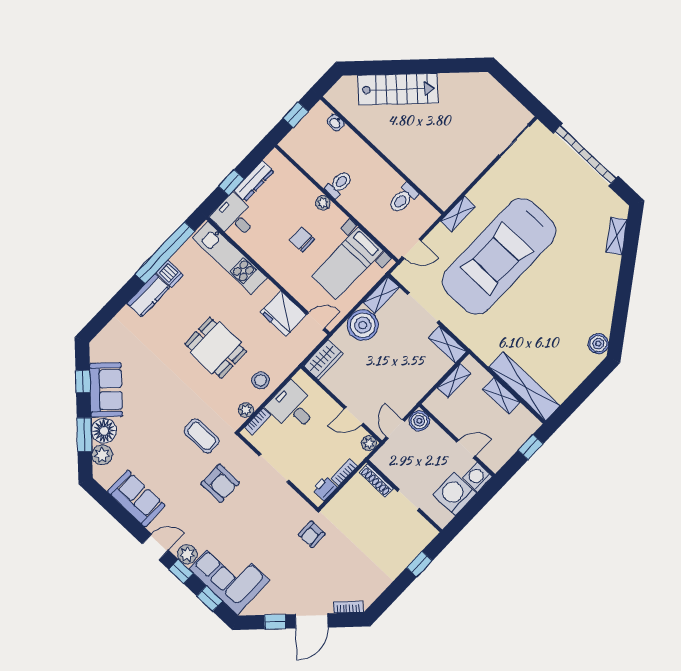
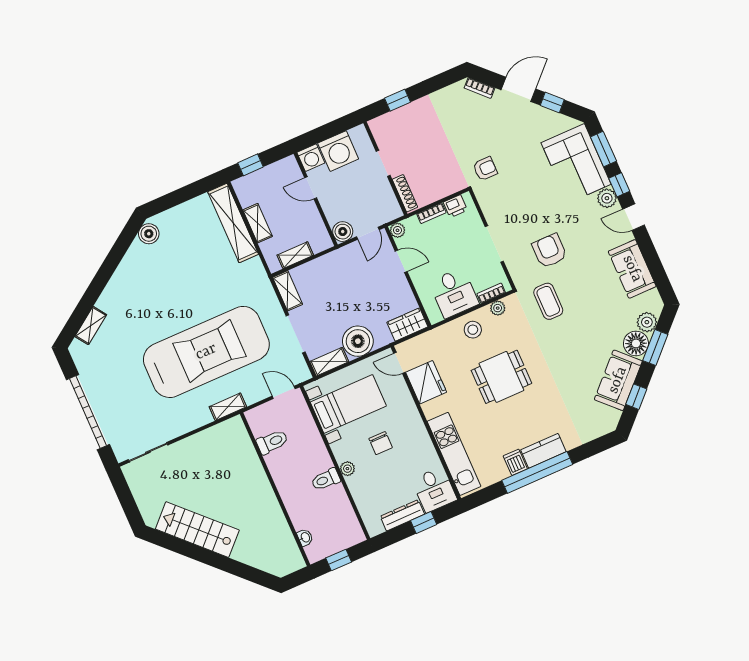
stairs: (398, 89) -> (197, 530), moved
window: (165, 253) -> (537, 472), moved
dining table: (216, 348) -> (501, 377), turned 90
window: (210, 599) -> (603, 149), width x1.50

